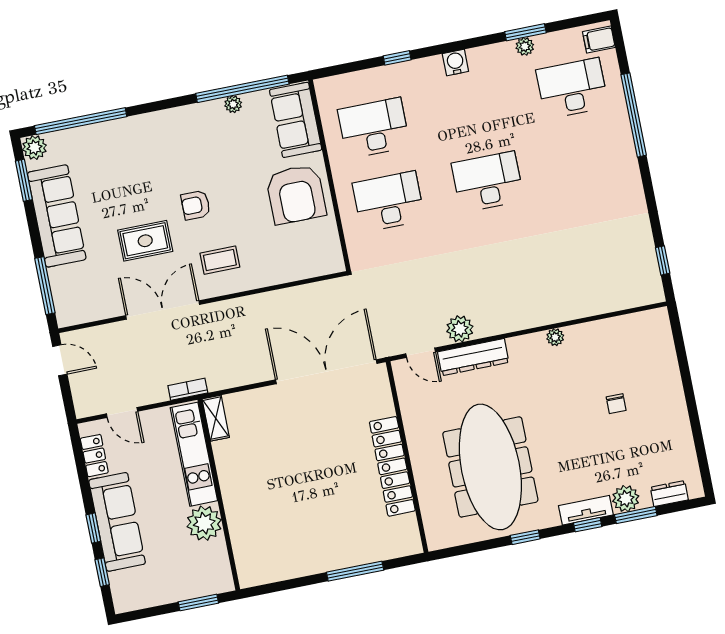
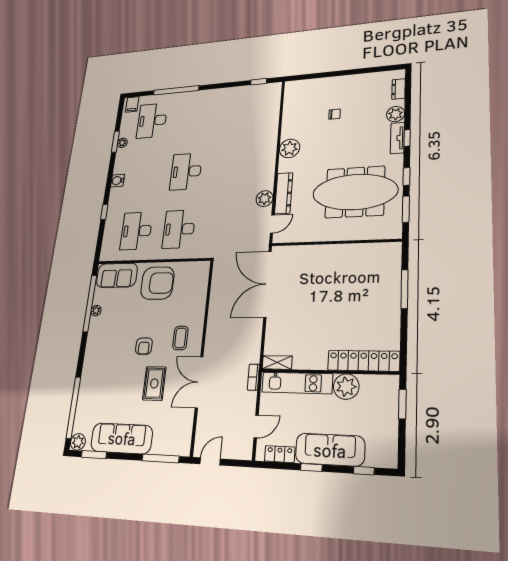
plant: (555, 337) -> (290, 148), width x1.88, depth x1.88
locker: (392, 466) -> (364, 361), moved, turned 180
window: (636, 515) -> (406, 209), moved
window: (93, 528) -> (311, 467), moved

